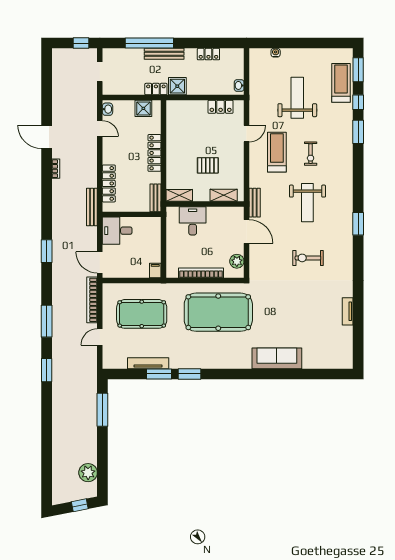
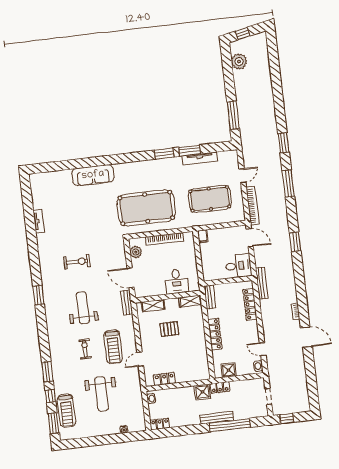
locker: (208, 54) -> (160, 424), moved

